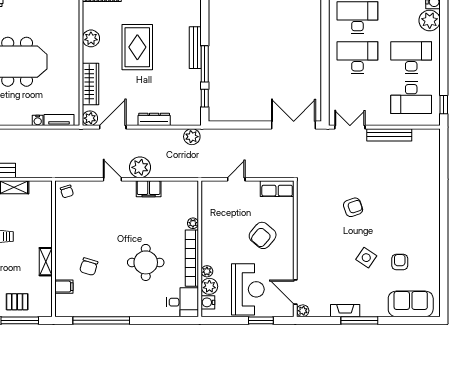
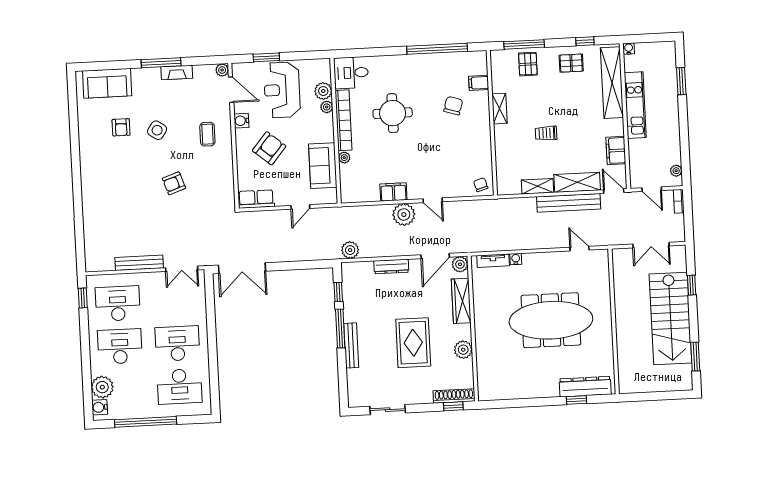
desk: (357, 58) -> (177, 343), turned 180
desk: (411, 58) -> (120, 346), turned 180
sofa: (213, 217) -> (323, 166), added
coffee table: (320, 252) -> (207, 134), added
pallet: (17, 302) -> (528, 64), turned 90
water cooler: (208, 302) -> (241, 121), moved, turned 180

